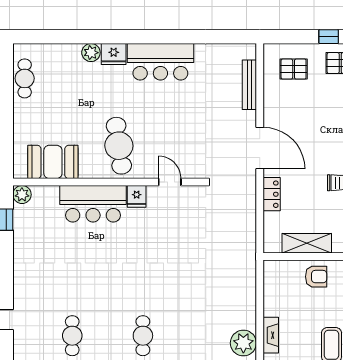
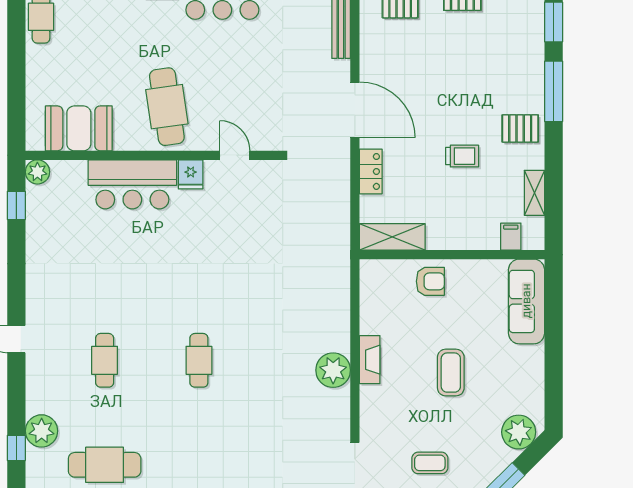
shelving: (307, 243) -> (392, 237), moved

